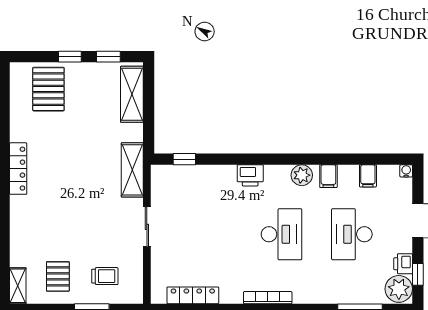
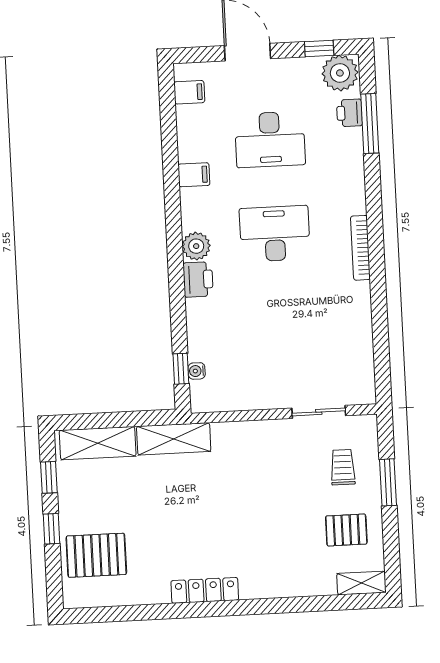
shelving: (132, 170) -> (174, 439), moved
water cooler: (406, 171) -> (197, 371), moved
plant: (302, 175) -> (196, 246), moved
filing cabinet: (368, 176) -> (189, 92), moved
sliding door: (147, 227) -> (319, 412), moved
printer: (403, 264) -> (350, 113), moved, turned 90
locker: (193, 295) -> (362, 348), removed

